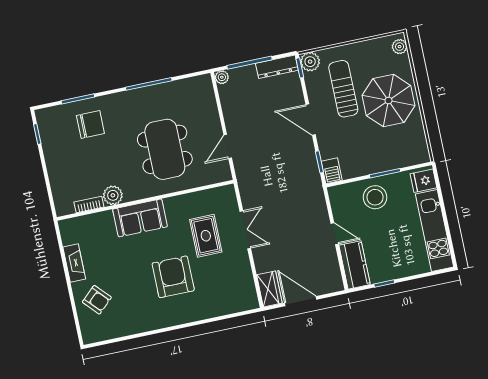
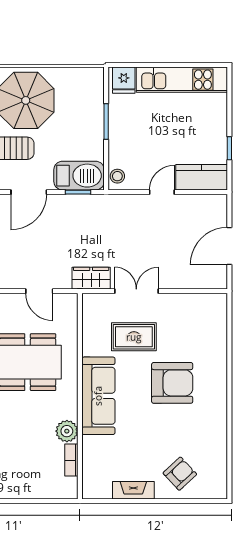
barbecue: (332, 171) -> (79, 176), width x1.88, depth x1.53
stool: (375, 197) -> (117, 176), moved, width x0.53, depth x0.53
sofa: (140, 218) -> (98, 396), width x1.36
armchair: (173, 277) -> (172, 383), turned 180
wardrobe: (269, 289) -> (91, 278), moved

